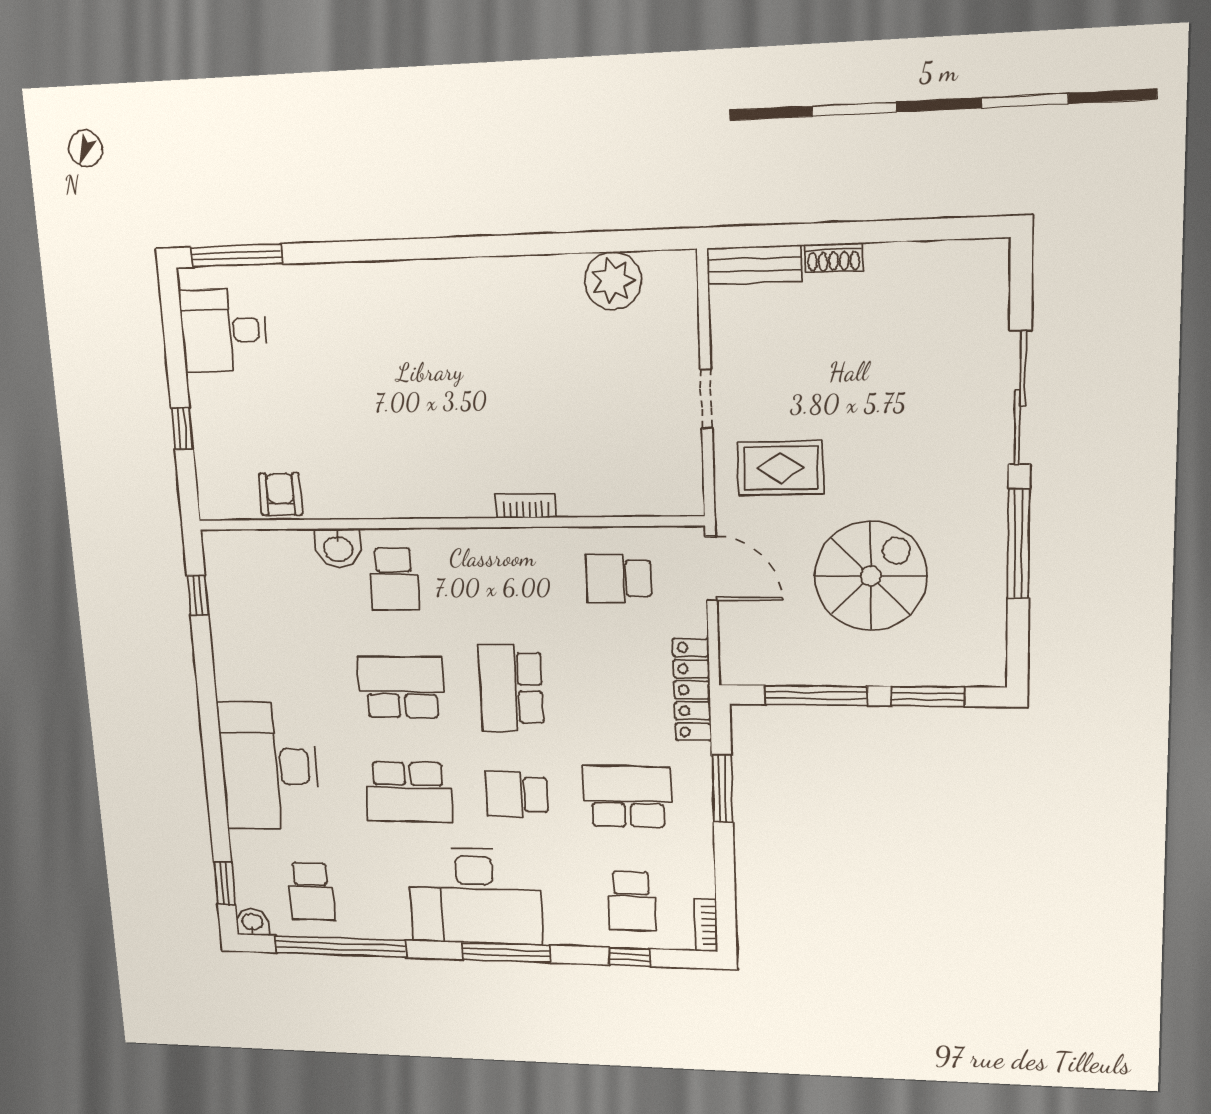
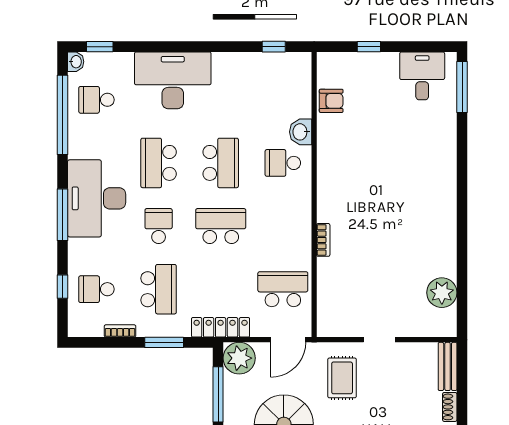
school desk: (619, 578) -> (283, 289), width x1.85
plant: (748, 657) -> (239, 358), added
bookcase: (706, 925) -> (120, 331), moved

